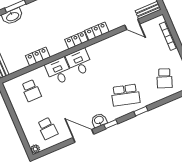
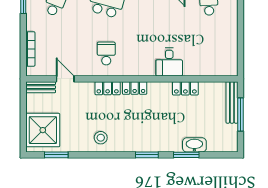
desk: (79, 62) -> (142, 62), removed
school desk: (31, 91) -> (106, 54), moved

